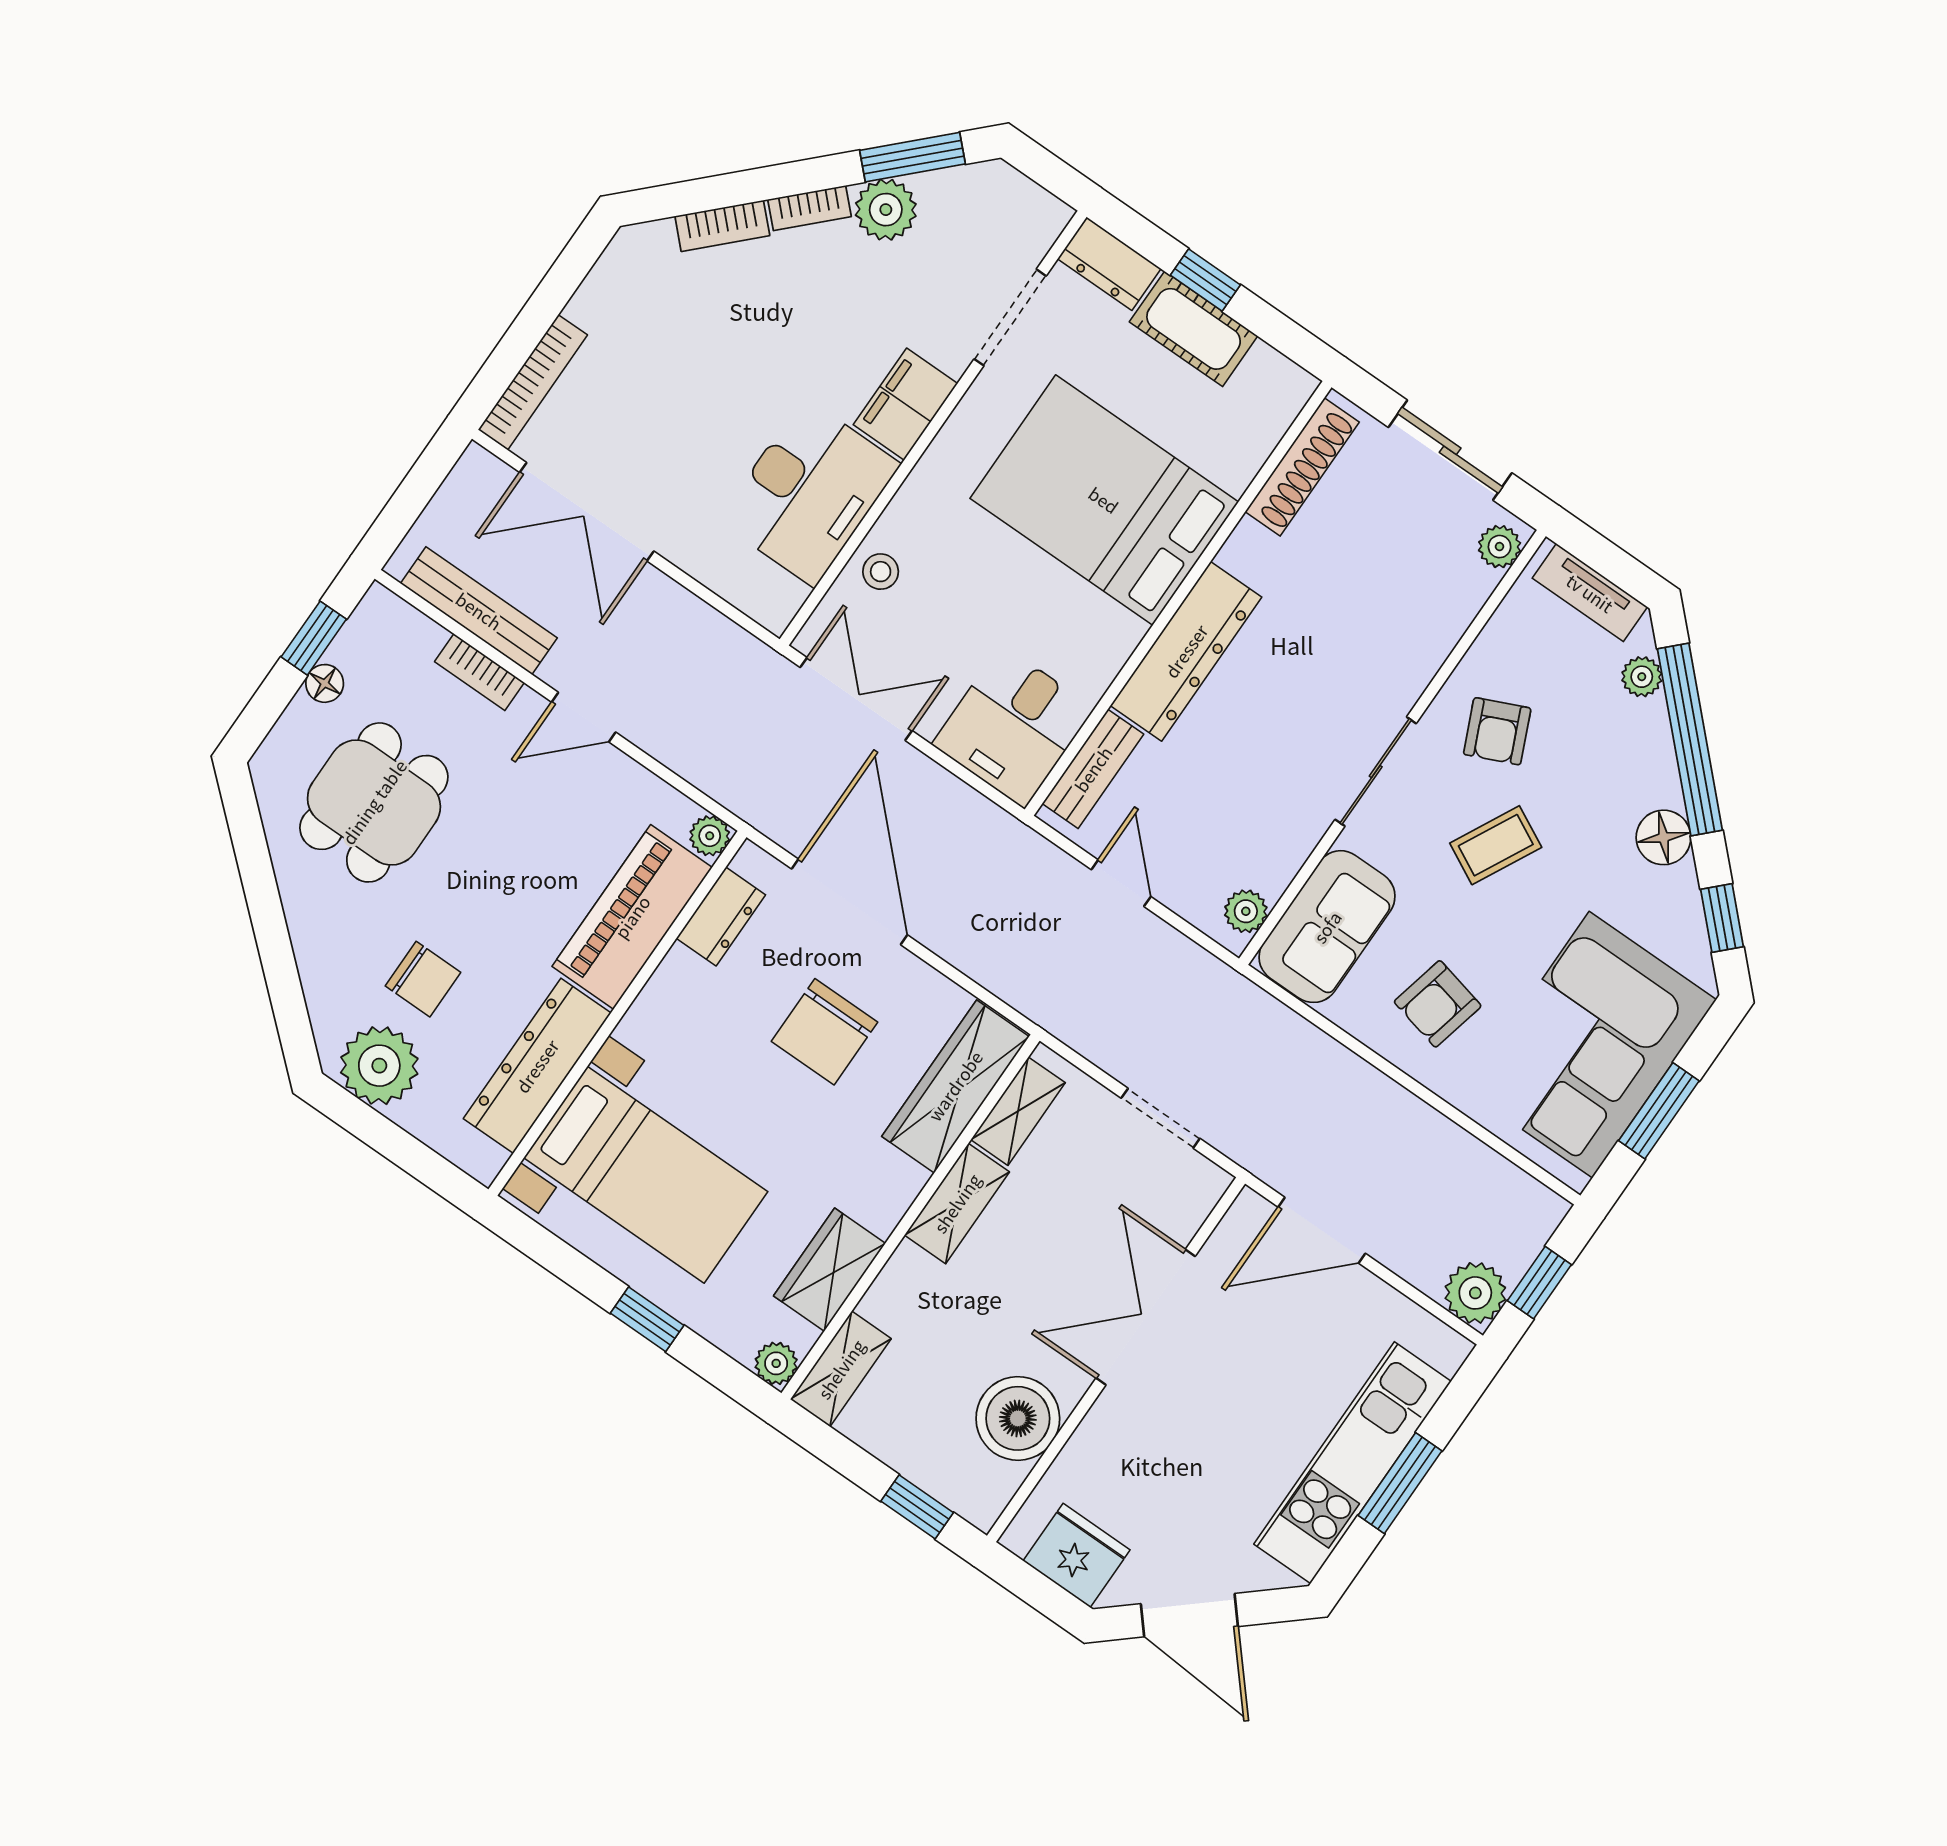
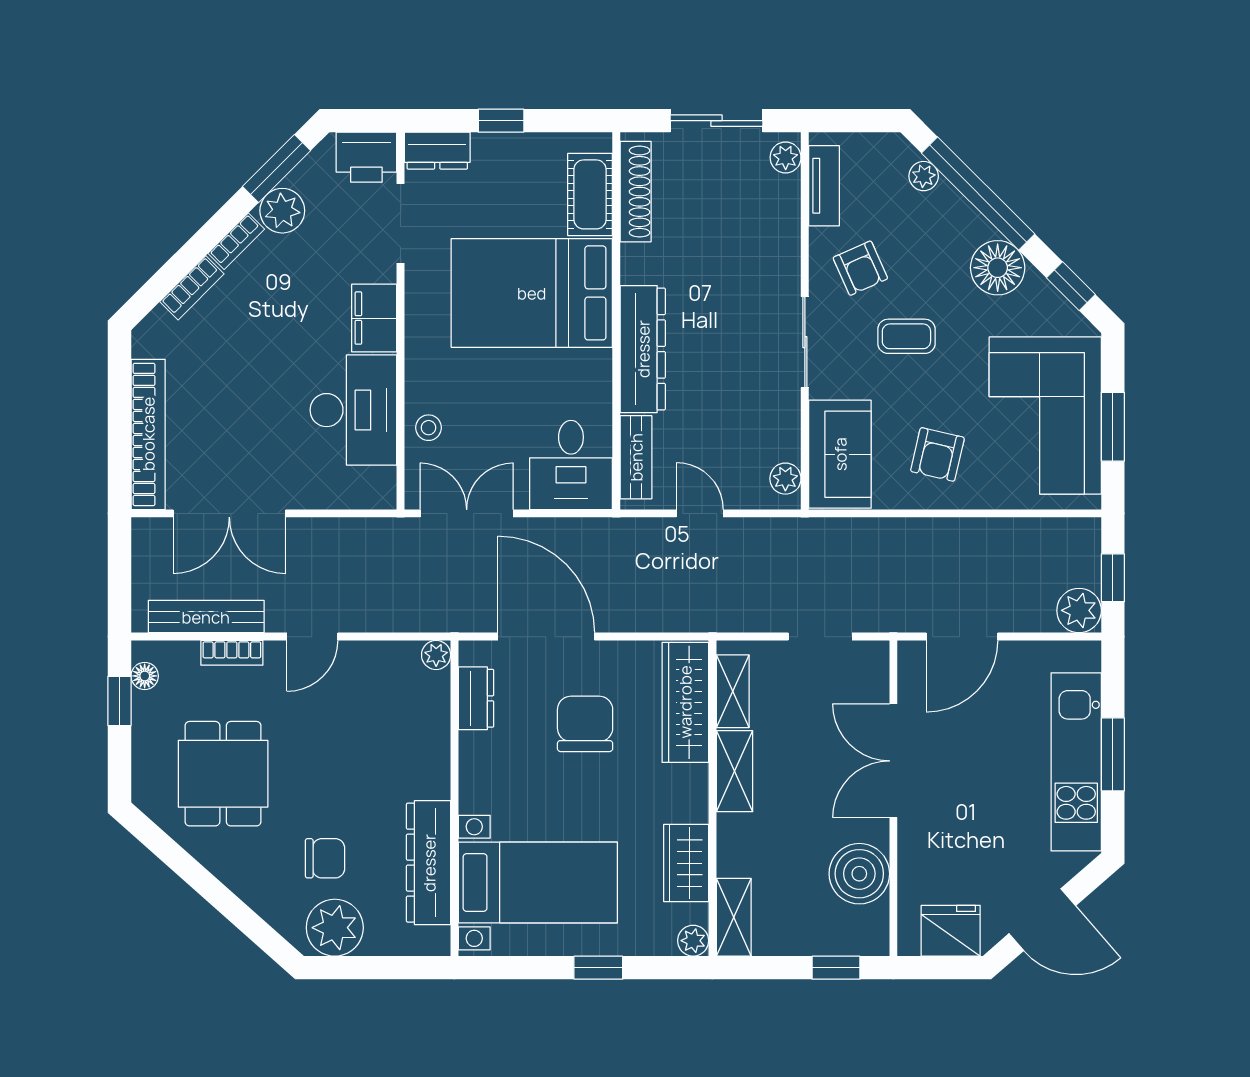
printer: (1024, 215) -> (366, 157), added
cot: (1194, 329) -> (590, 194), moved, turned 90
bookcase: (533, 382) -> (148, 434), width x1.48, depth x1.31
tv unit: (1590, 593) -> (824, 186), moved, turned -90
floor lamp: (325, 683) -> (145, 676), moved
floor lamp: (1664, 837) -> (998, 268), width x1.38, depth x1.38
coffee table: (1496, 845) -> (906, 336), turned 63
piano: (632, 917) -> (423, 735), removed
chair: (824, 1032) -> (585, 724), turned 180

